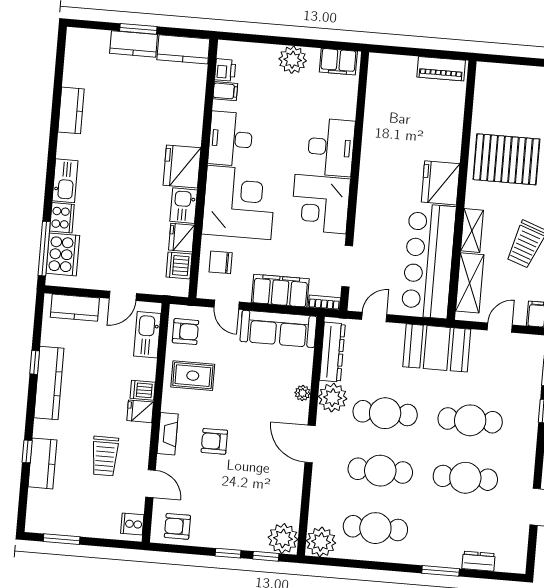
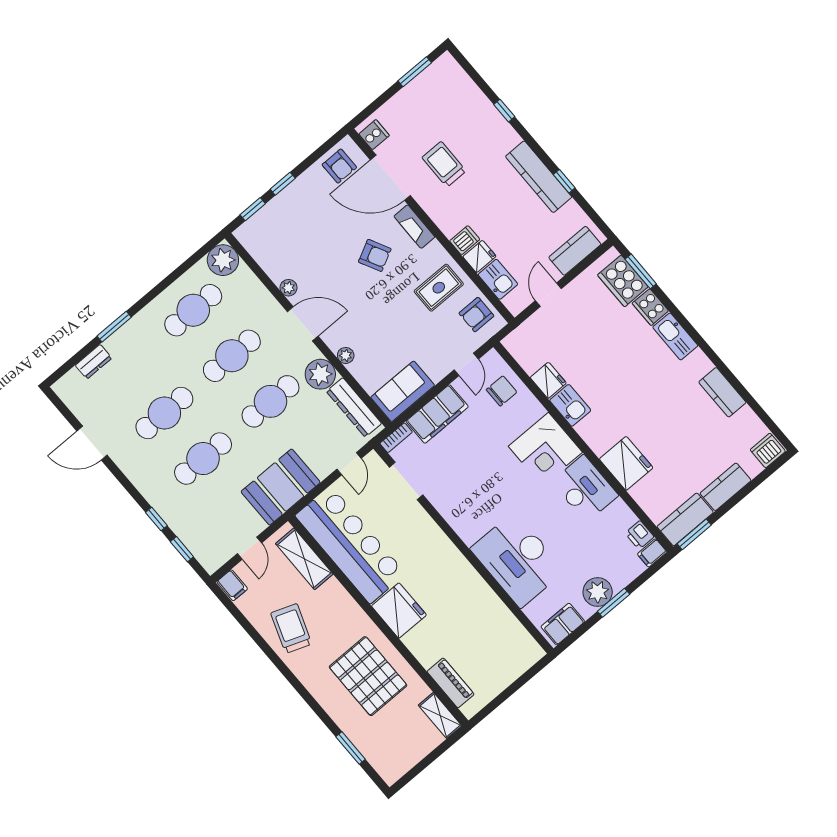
window: (138, 29) -> (694, 534), moved
window: (289, 41) -> (614, 603), added
piano: (441, 69) -> (451, 683), moved, turned 90
filing cabinet: (225, 91) -> (652, 553), moved
desk: (331, 147) -> (518, 560), width x1.36, depth x1.30
pallet: (506, 159) -> (368, 676), turned 90
fridge: (182, 167) -> (626, 463), moved
corner desk: (239, 203) -> (545, 449), width x0.74, depth x0.74
corner desk: (320, 204) -> (471, 507), removed
shelving: (472, 231) -> (440, 715), moved
window: (44, 249) -> (641, 271), width x0.69
dishwasher: (179, 265) -> (768, 450), moved, turned -90
door: (227, 305) -> (466, 364), swing flipped
sofa: (278, 329) -> (403, 391), width x0.73
kitchen sink: (147, 335) -> (498, 279), width x0.73
fridge: (140, 411) -> (479, 256), moved
armchair: (214, 441) -> (375, 255), turned 63
kitchen counter: (42, 463) -> (484, 113), removed
door: (151, 484) -> (390, 178), width x1.87
armchair: (177, 526) -> (339, 166), turned 90
plant: (283, 538) -> (289, 288), moved, width x0.53, depth x0.53

